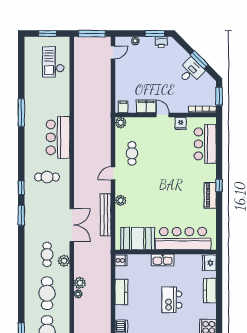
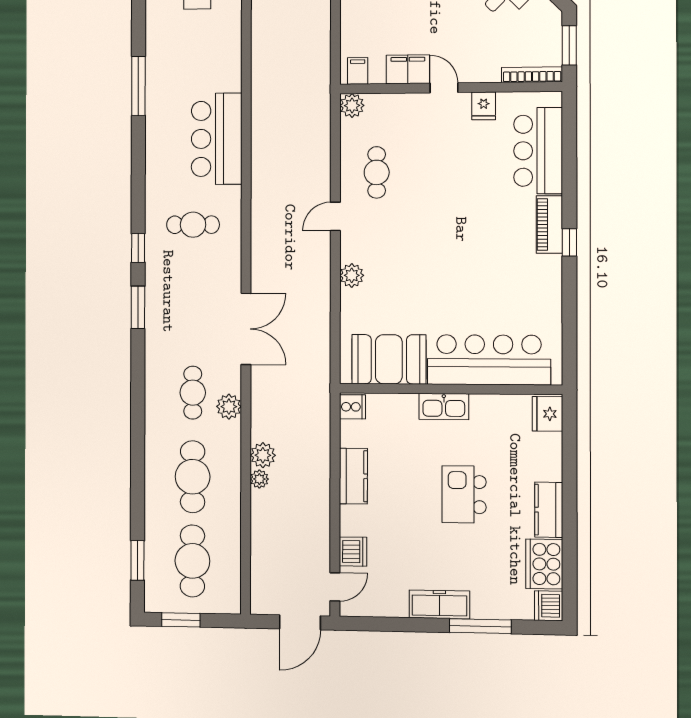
piano: (210, 195) -> (549, 224), moved
bench: (106, 215) -> (319, 307), removed
kitchen counter: (210, 291) -> (549, 510), moved

